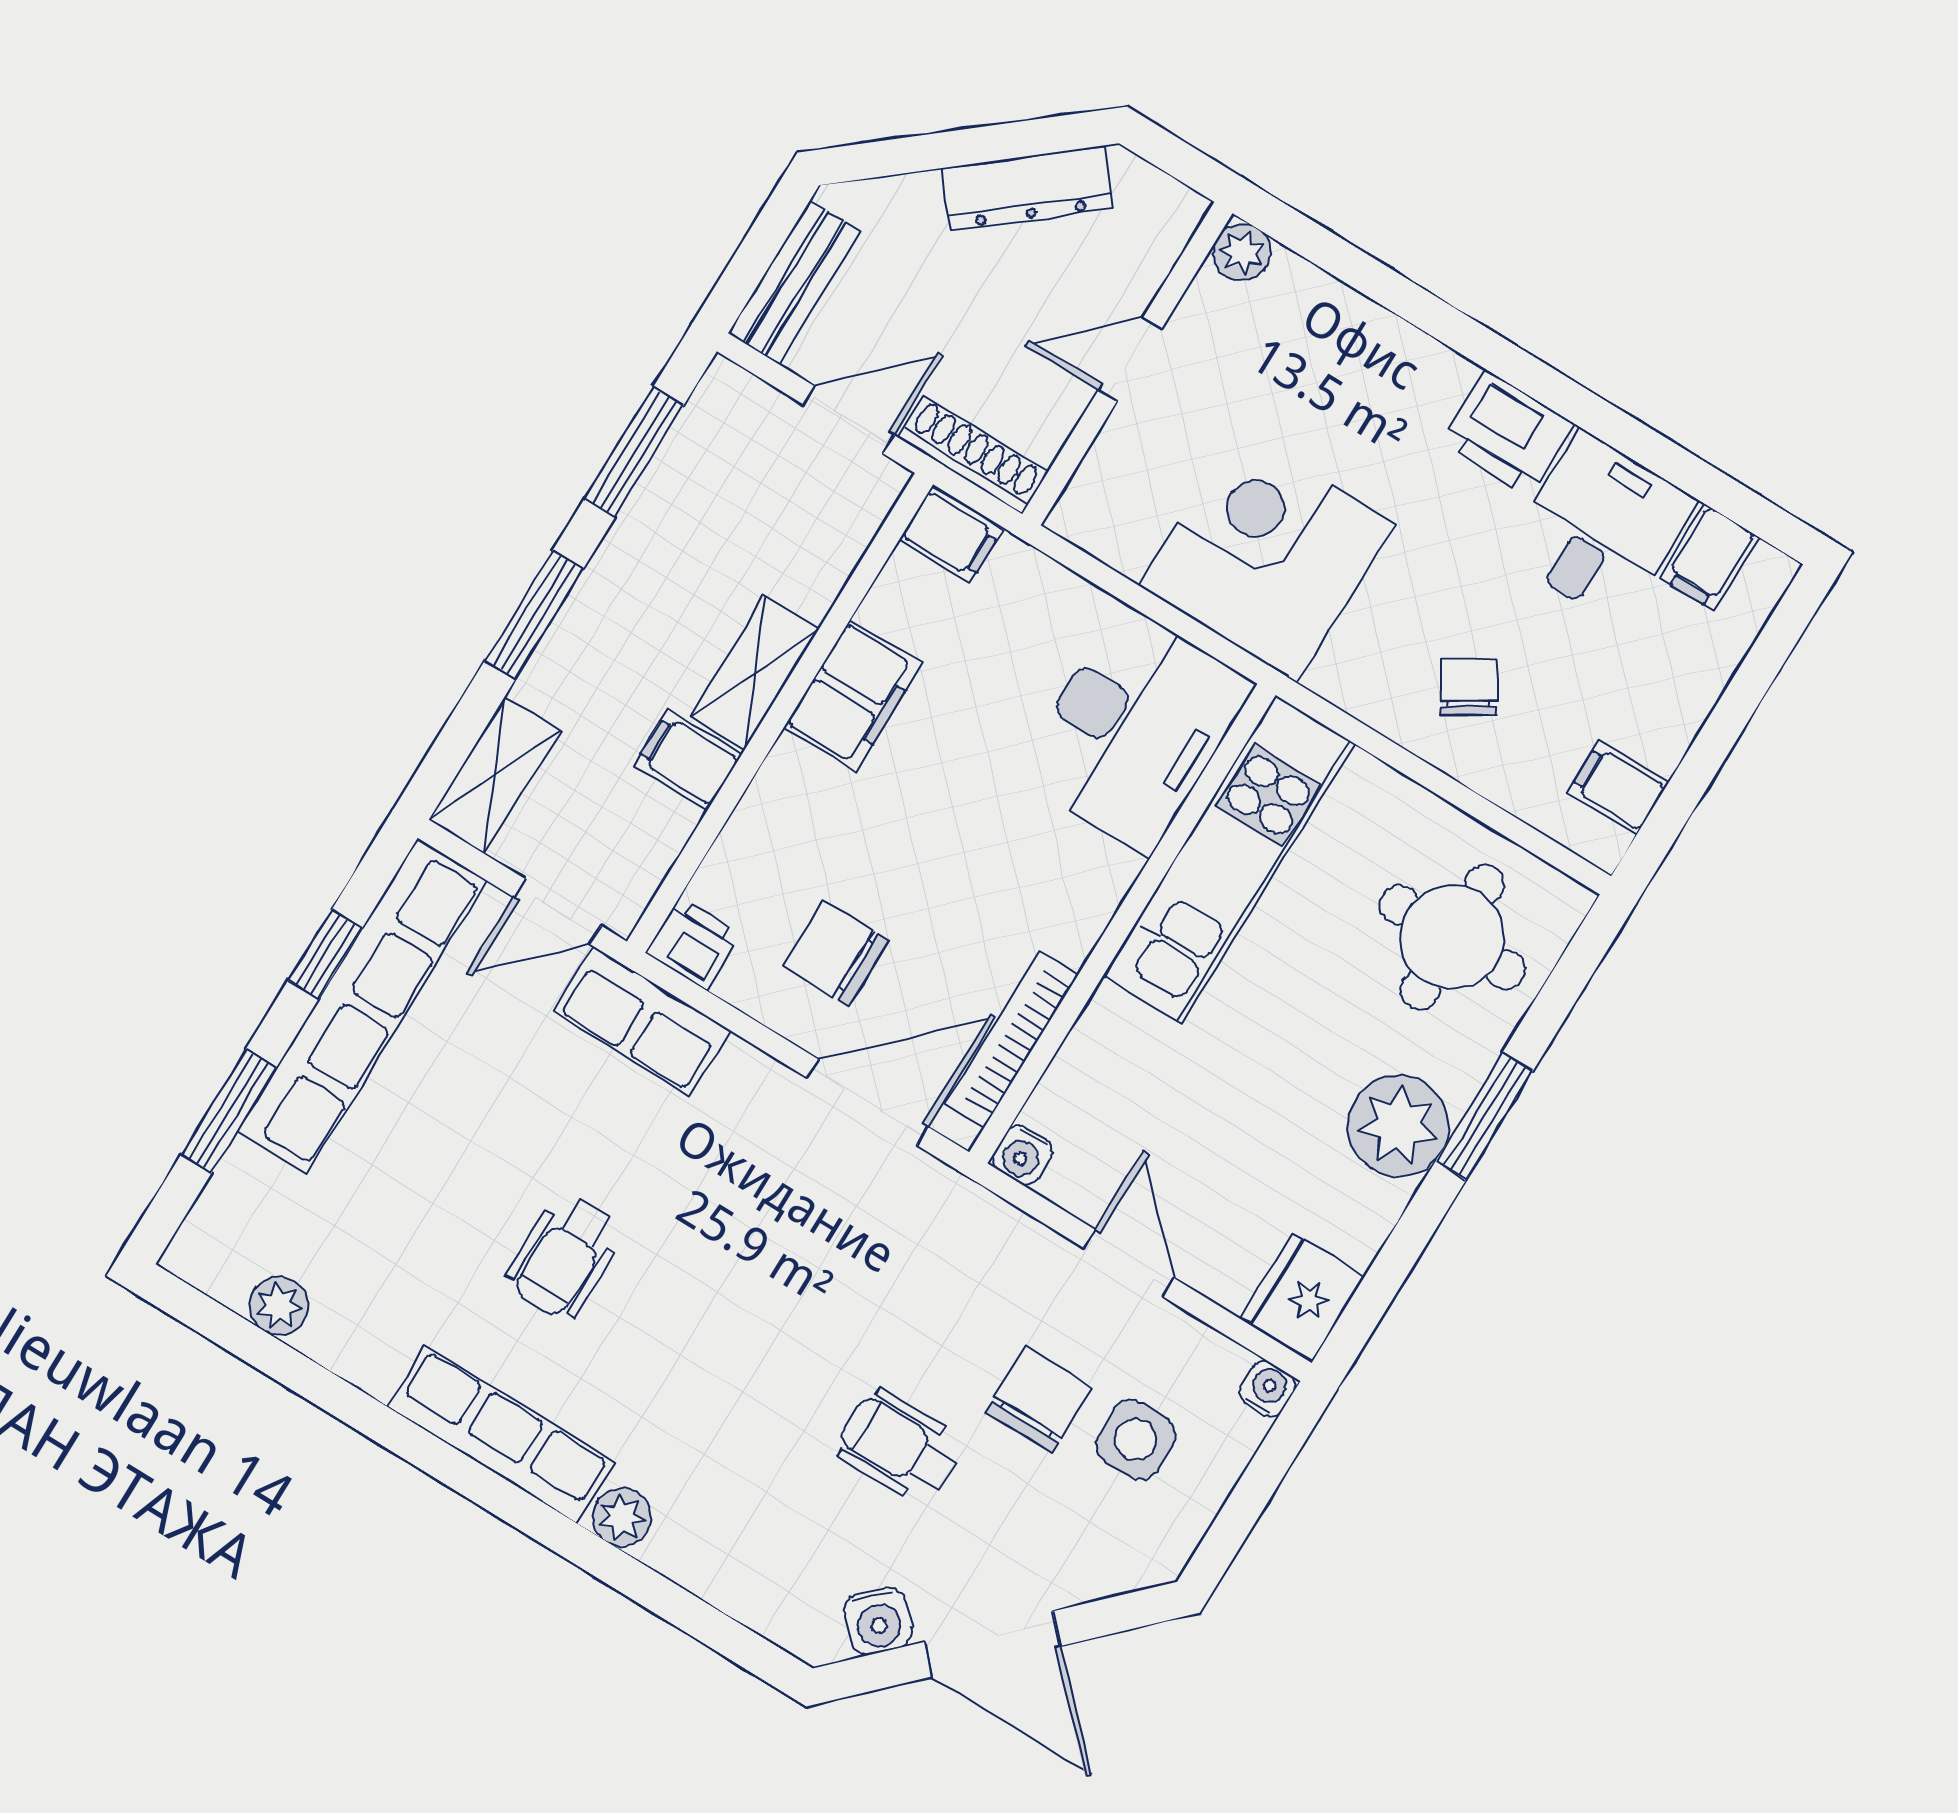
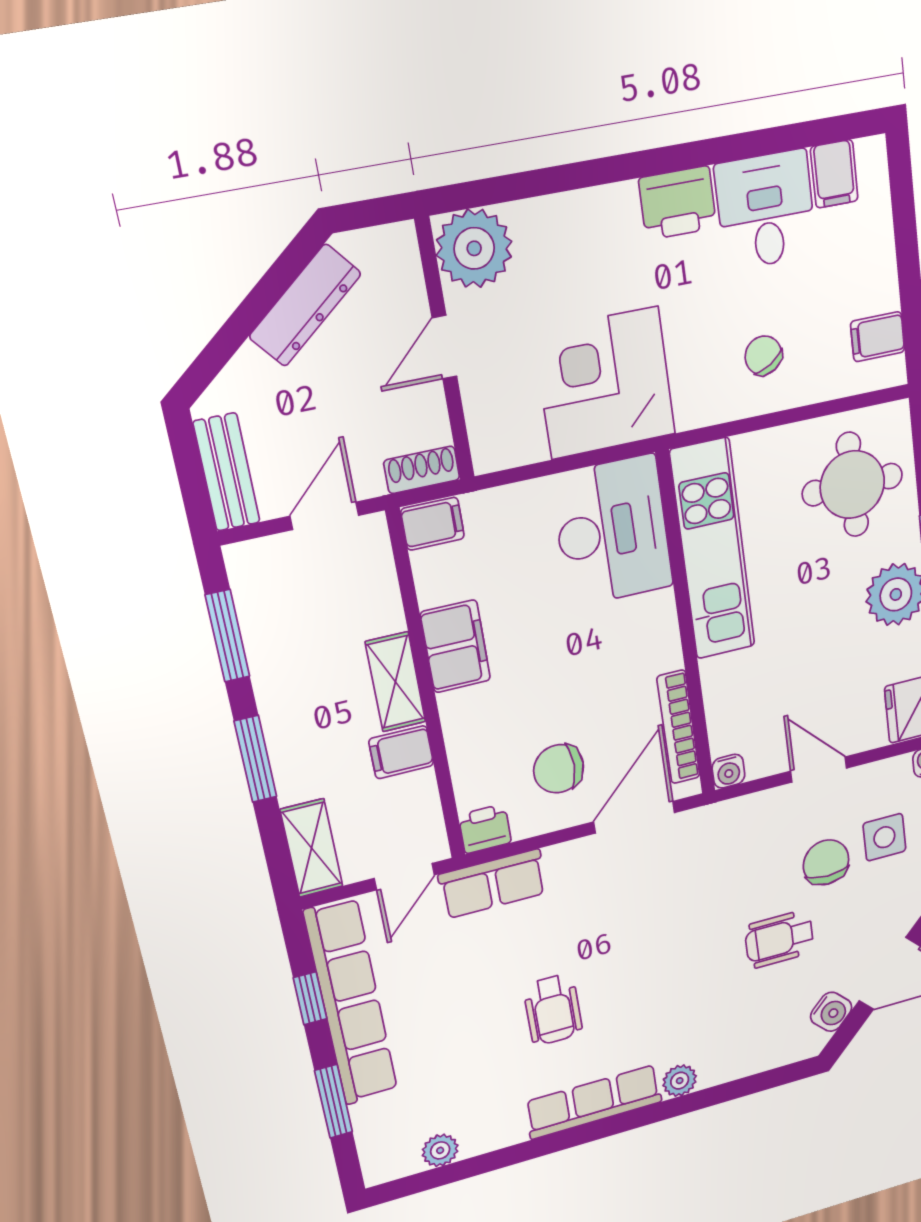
plant: (1242, 252) -> (474, 248), width x1.88, depth x1.88
shoe rack: (973, 455) -> (422, 470), width x0.70

